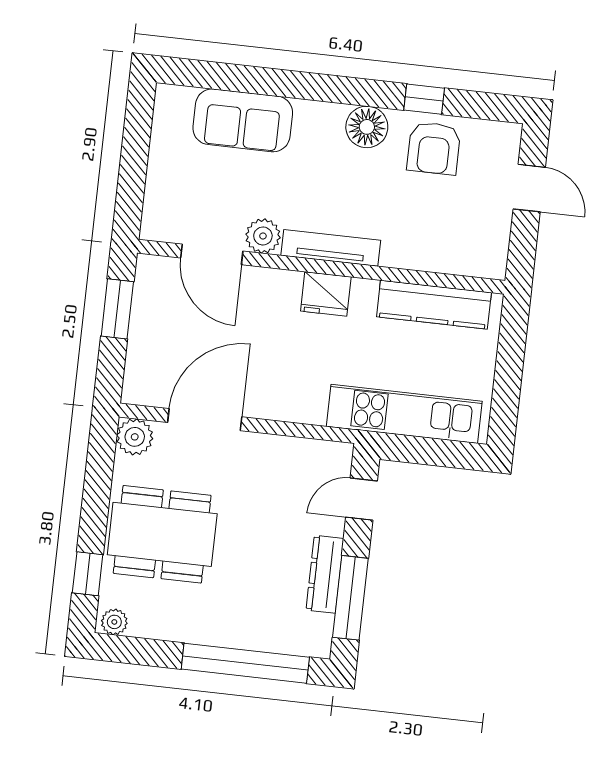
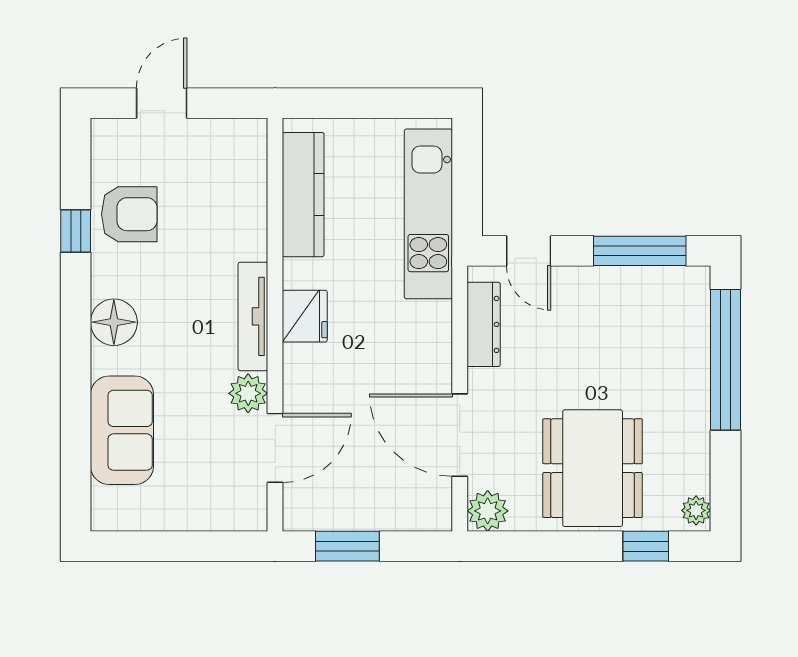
floor lamp: (367, 127) -> (114, 322), moved
dresser: (325, 574) -> (484, 324), moved, turned -90

